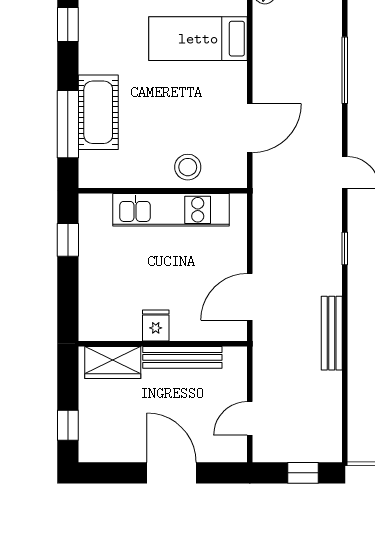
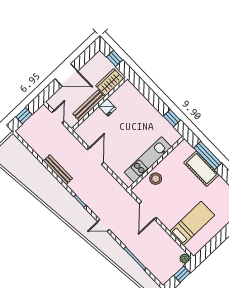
fridge: (156, 325) -> (107, 107), moved
wall: (163, 344) -> (99, 104), moved
bench: (182, 357) -> (89, 105), moved
wardrobe: (113, 363) -> (110, 82), moved

